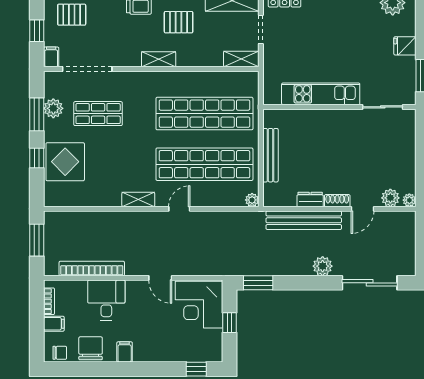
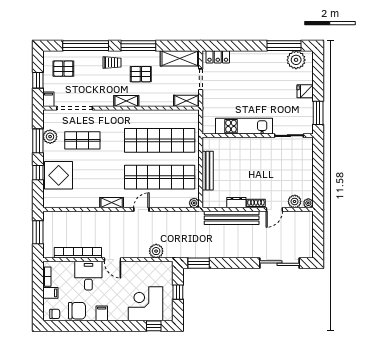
plant: (323, 266) -> (156, 251), moved
door: (160, 278) -> (113, 260), moved
corner desk: (199, 305) -> (145, 304), moved, turned 90
chair: (91, 348) -> (77, 311), turned 90

